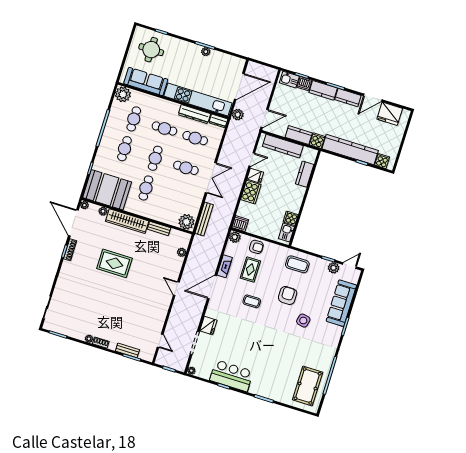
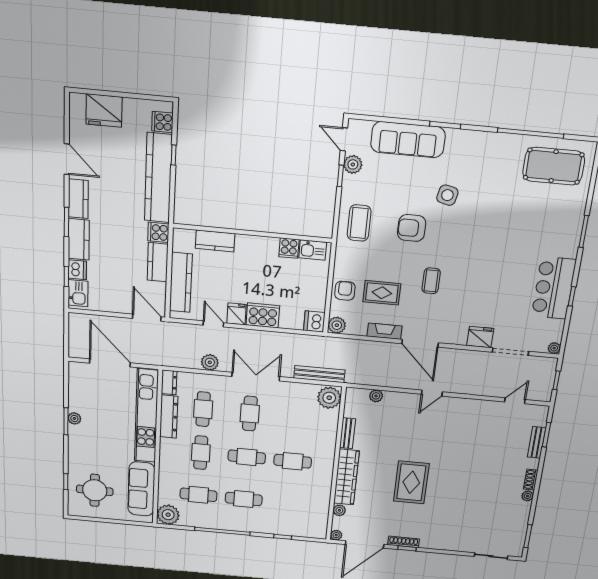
fridge: (390, 114) -> (104, 111), moved, turned 90
plant: (238, 115) -> (210, 362), moved
booth: (107, 190) -> (308, 511), removed

